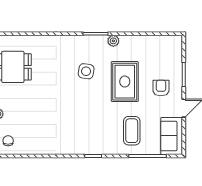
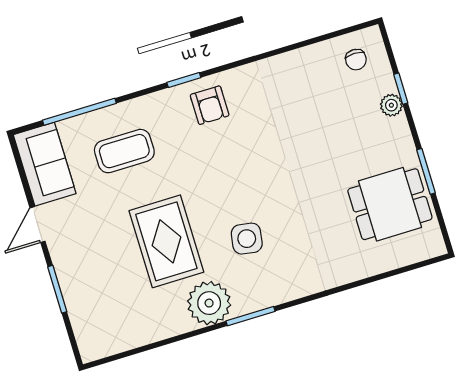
plant: (113, 41) -> (209, 303), width x1.88, depth x1.88
armchair: (161, 88) -> (210, 105), moved
coffee table: (132, 131) -> (124, 151), turned 90

